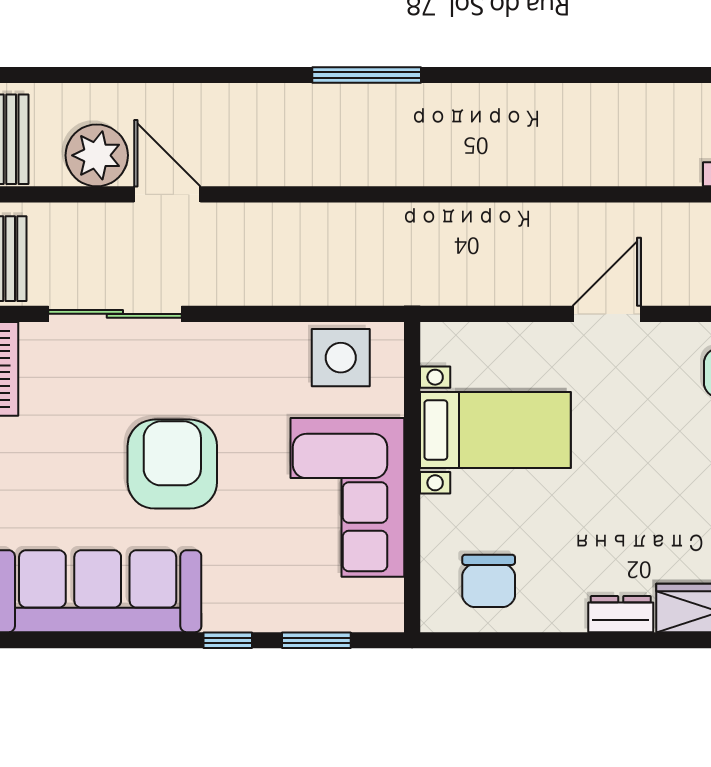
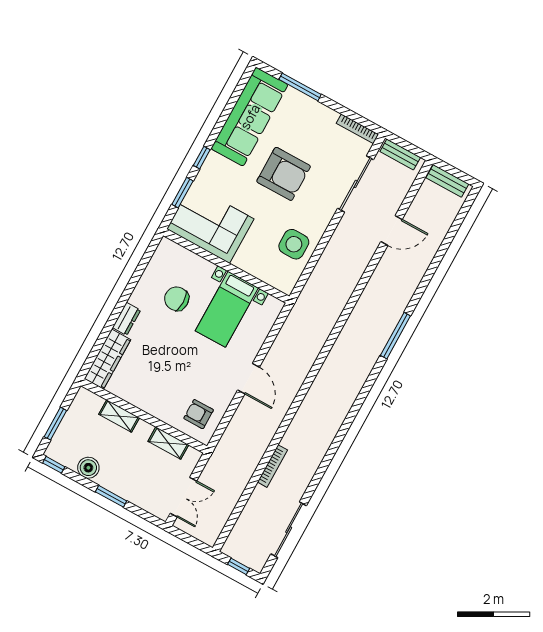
plant: (97, 155) -> (422, 211), removed
side table: (341, 358) -> (294, 244), moved
corner sofa: (347, 497) -> (210, 224), moved
chair: (489, 581) -> (177, 299), moved

